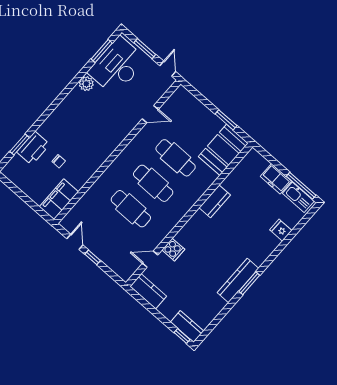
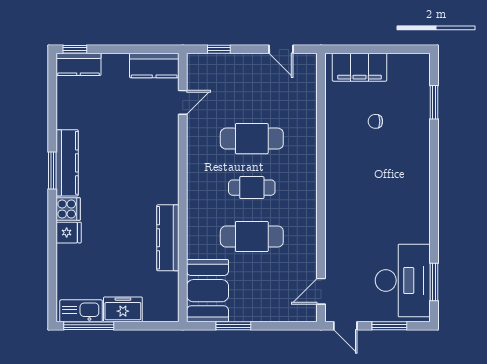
plant: (86, 84) -> (419, 232), removed
door: (150, 114) -> (321, 291), moved
printer: (33, 148) -> (415, 111), removed
cafe table: (153, 183) -> (252, 188), width x0.73, depth x0.74
filing cabinet: (59, 199) -> (360, 67), moved, turned 90
kitchen counter: (215, 201) -> (168, 238), width x1.50
fridge: (281, 230) -> (69, 233), moved
cooker: (173, 250) -> (68, 209), moved, turned 180
window: (93, 257) -> (219, 49), moved

